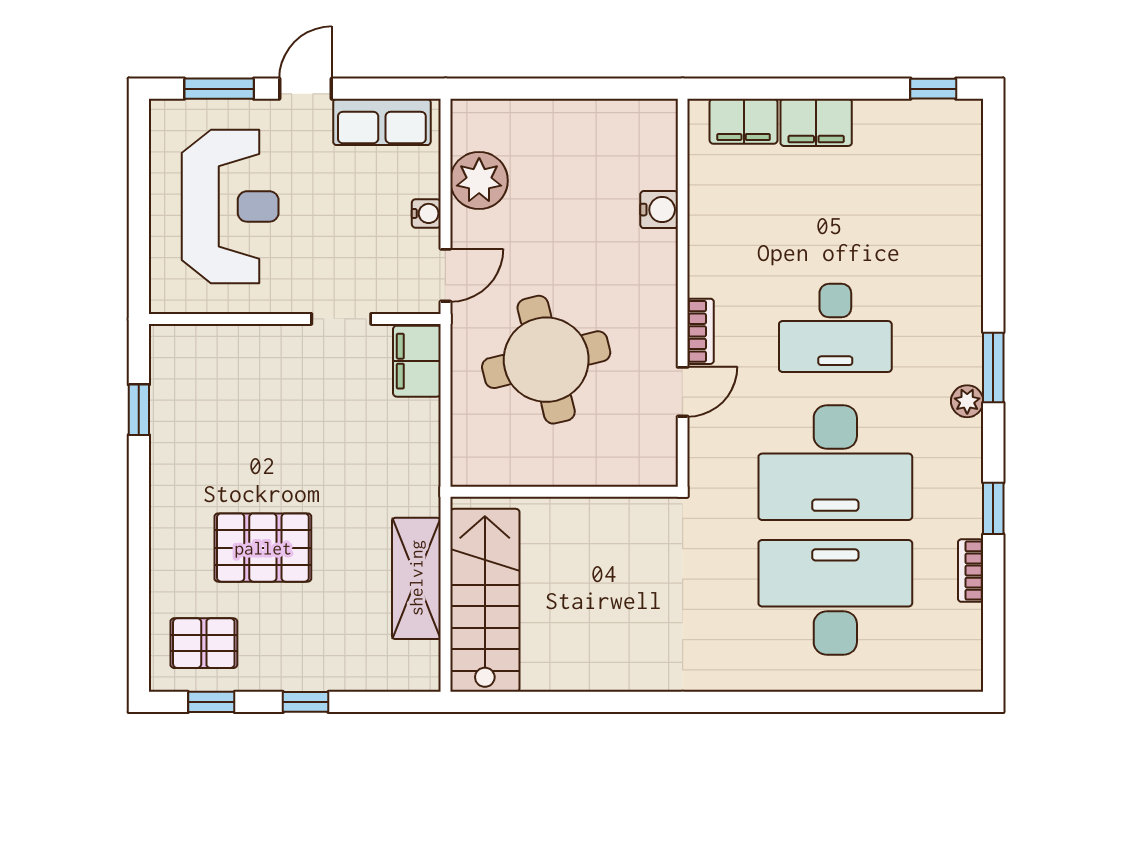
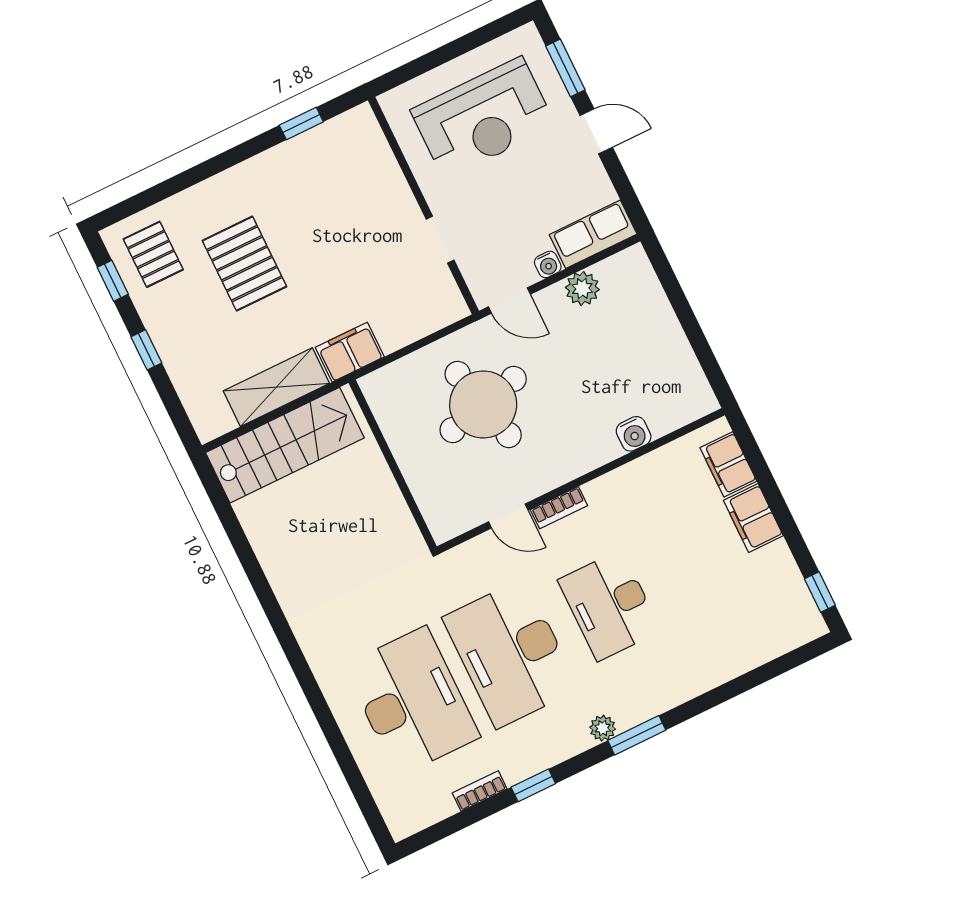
row of seats: (382, 122) -> (593, 234), moved, turned 90
plant: (479, 181) -> (582, 289), width x0.73, depth x0.73
filing cabinet: (417, 361) -> (350, 352), moved

